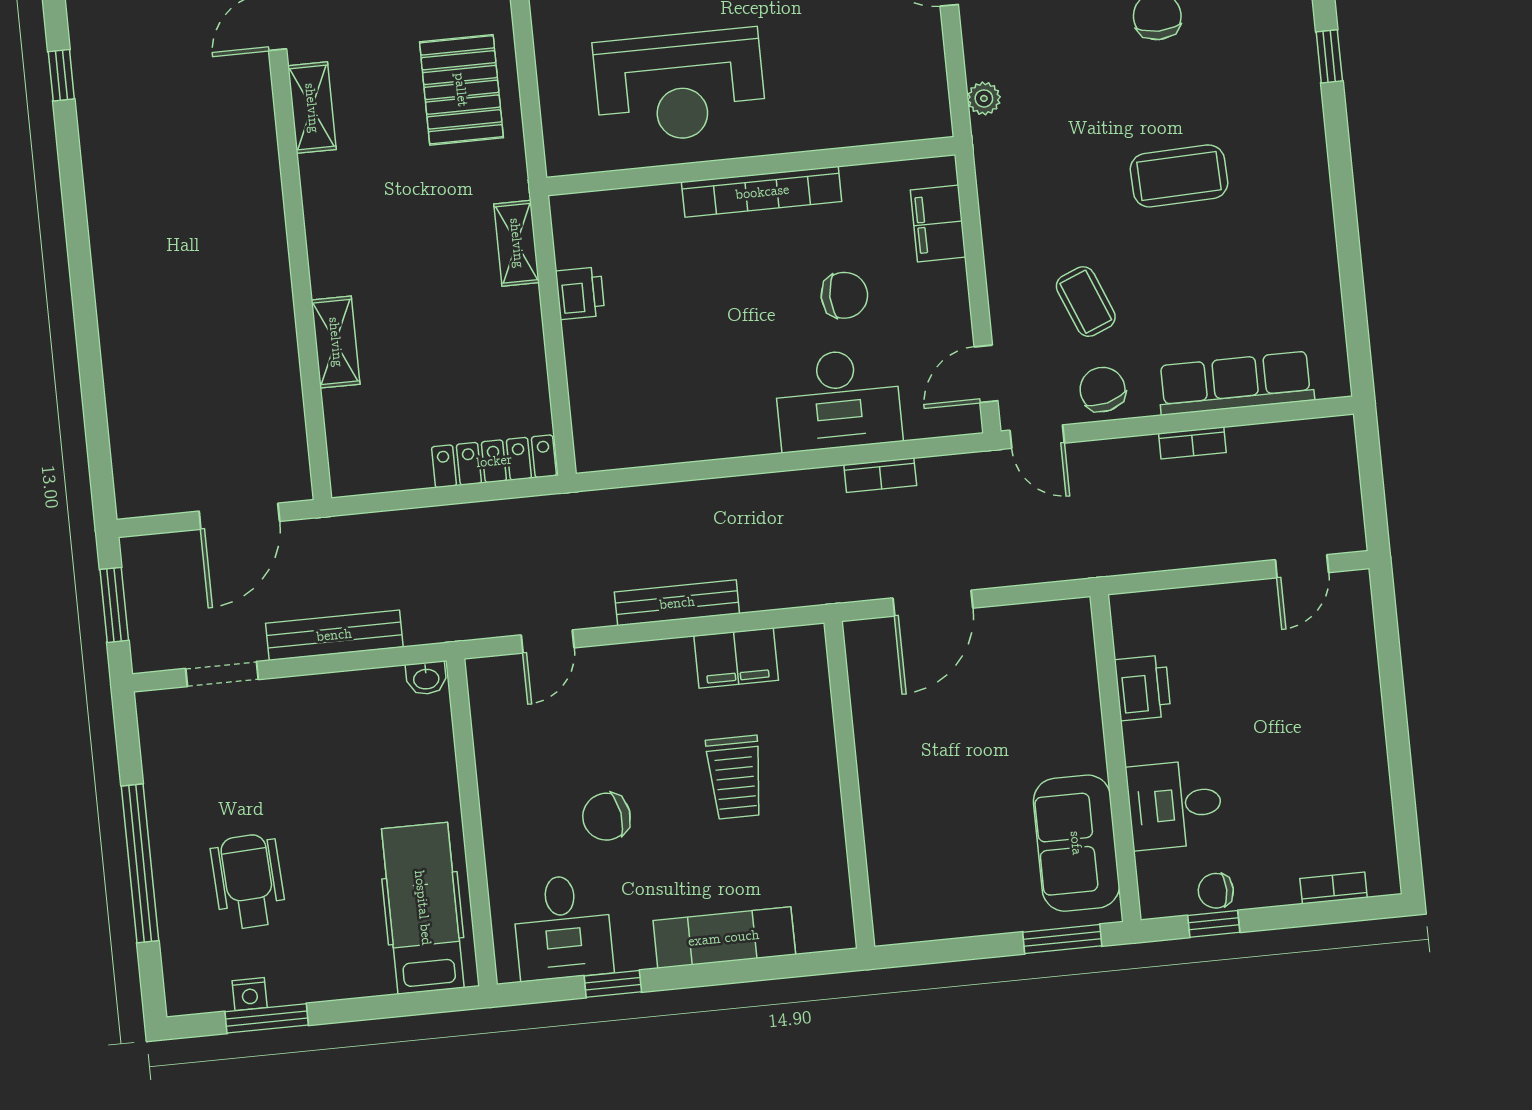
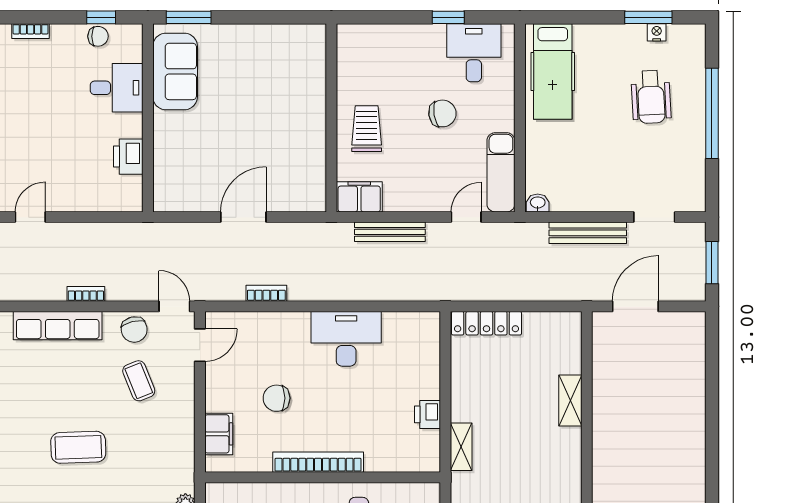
desk: (838, 400) -> (346, 339), moved
wall: (849, 785) -> (331, 118), moved
exam couch: (724, 938) -> (501, 172), moved, turned 90

